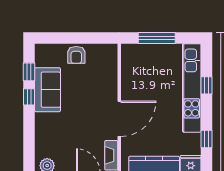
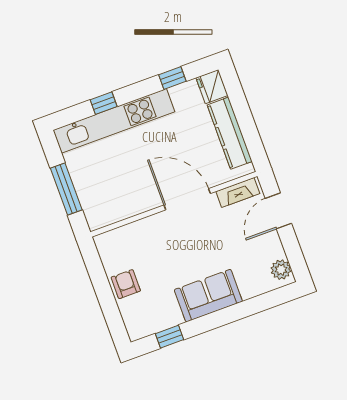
armchair: (76, 55) -> (126, 284), turned -90
sofa: (48, 90) -> (208, 296), moved
window: (29, 97) -> (202, 325), removed

